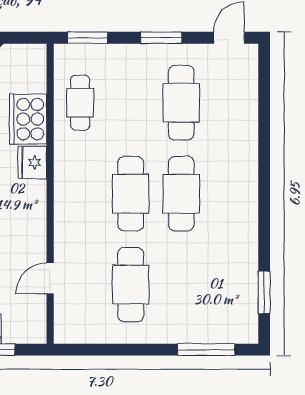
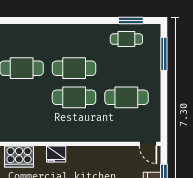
cafe table: (80, 103) -> (126, 39), moved
cooker: (28, 119) -> (19, 156), moved
door: (50, 278) -> (148, 144), moved

